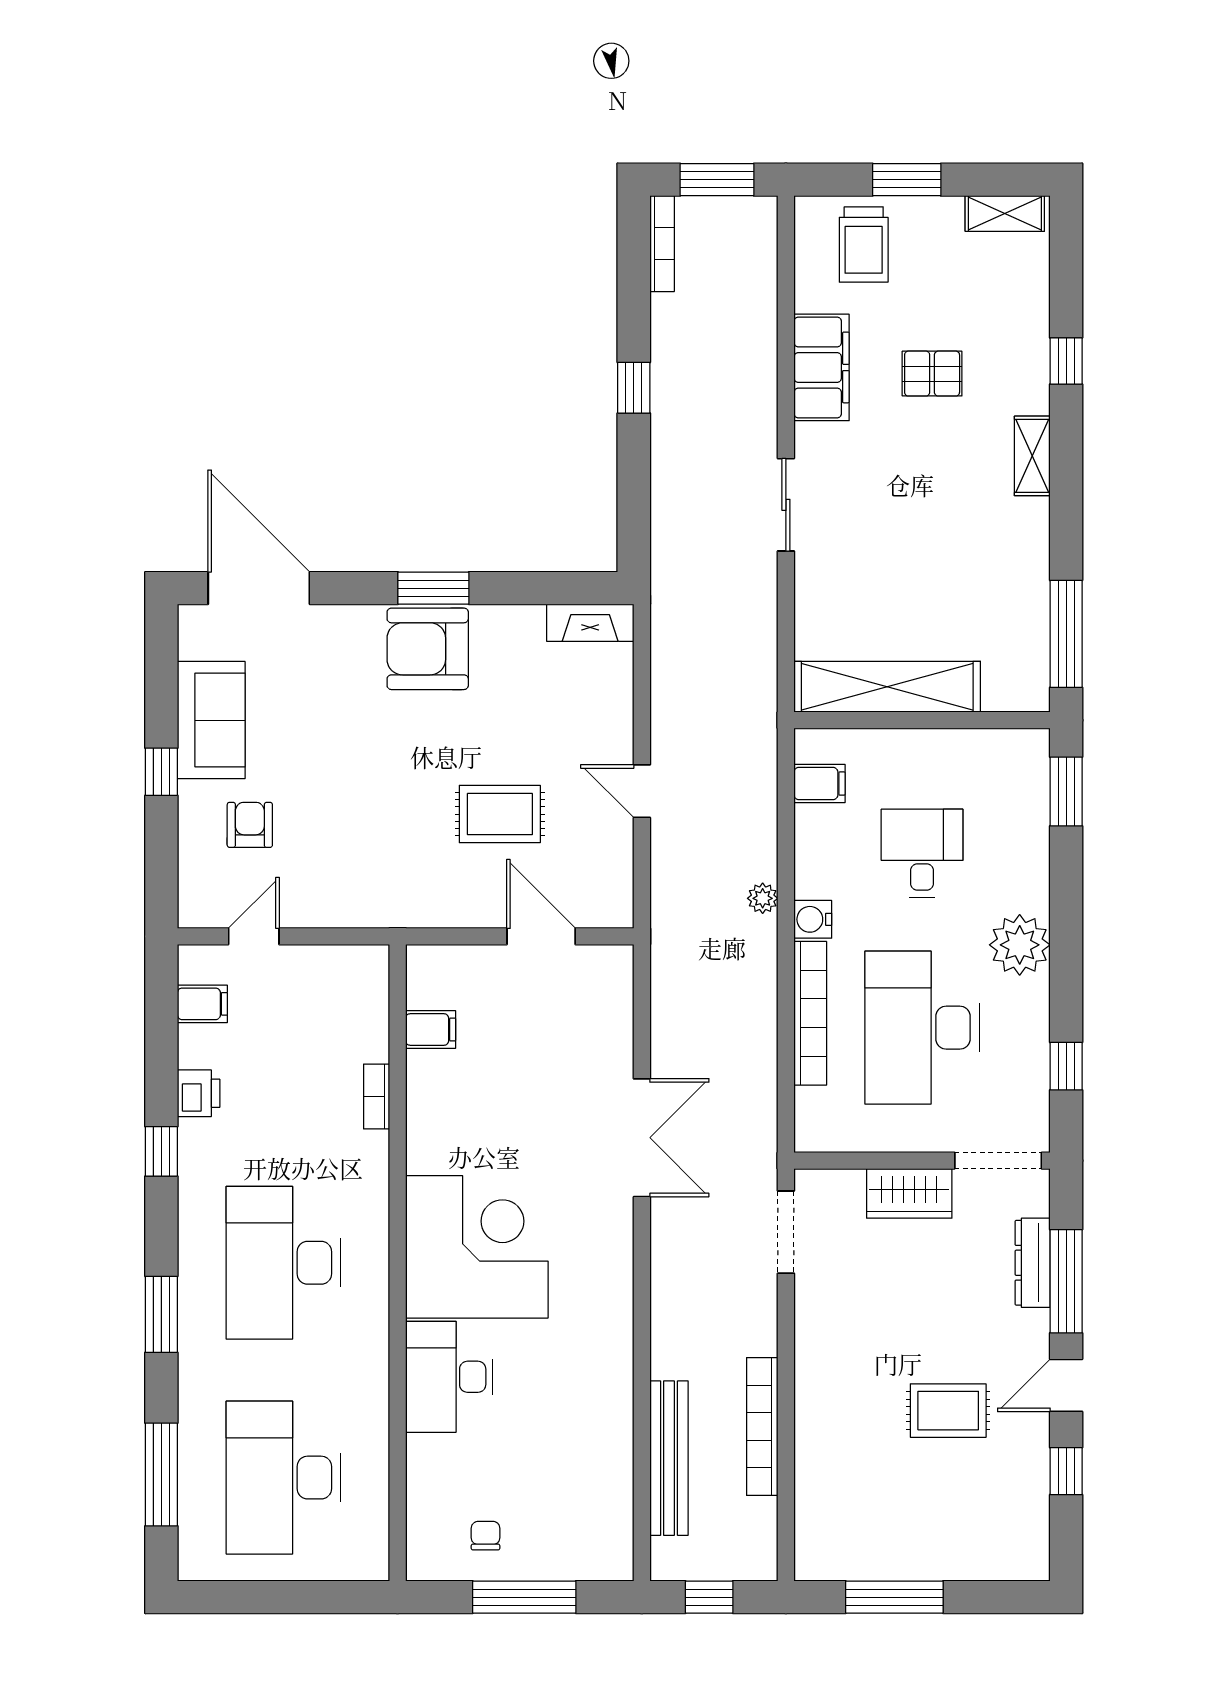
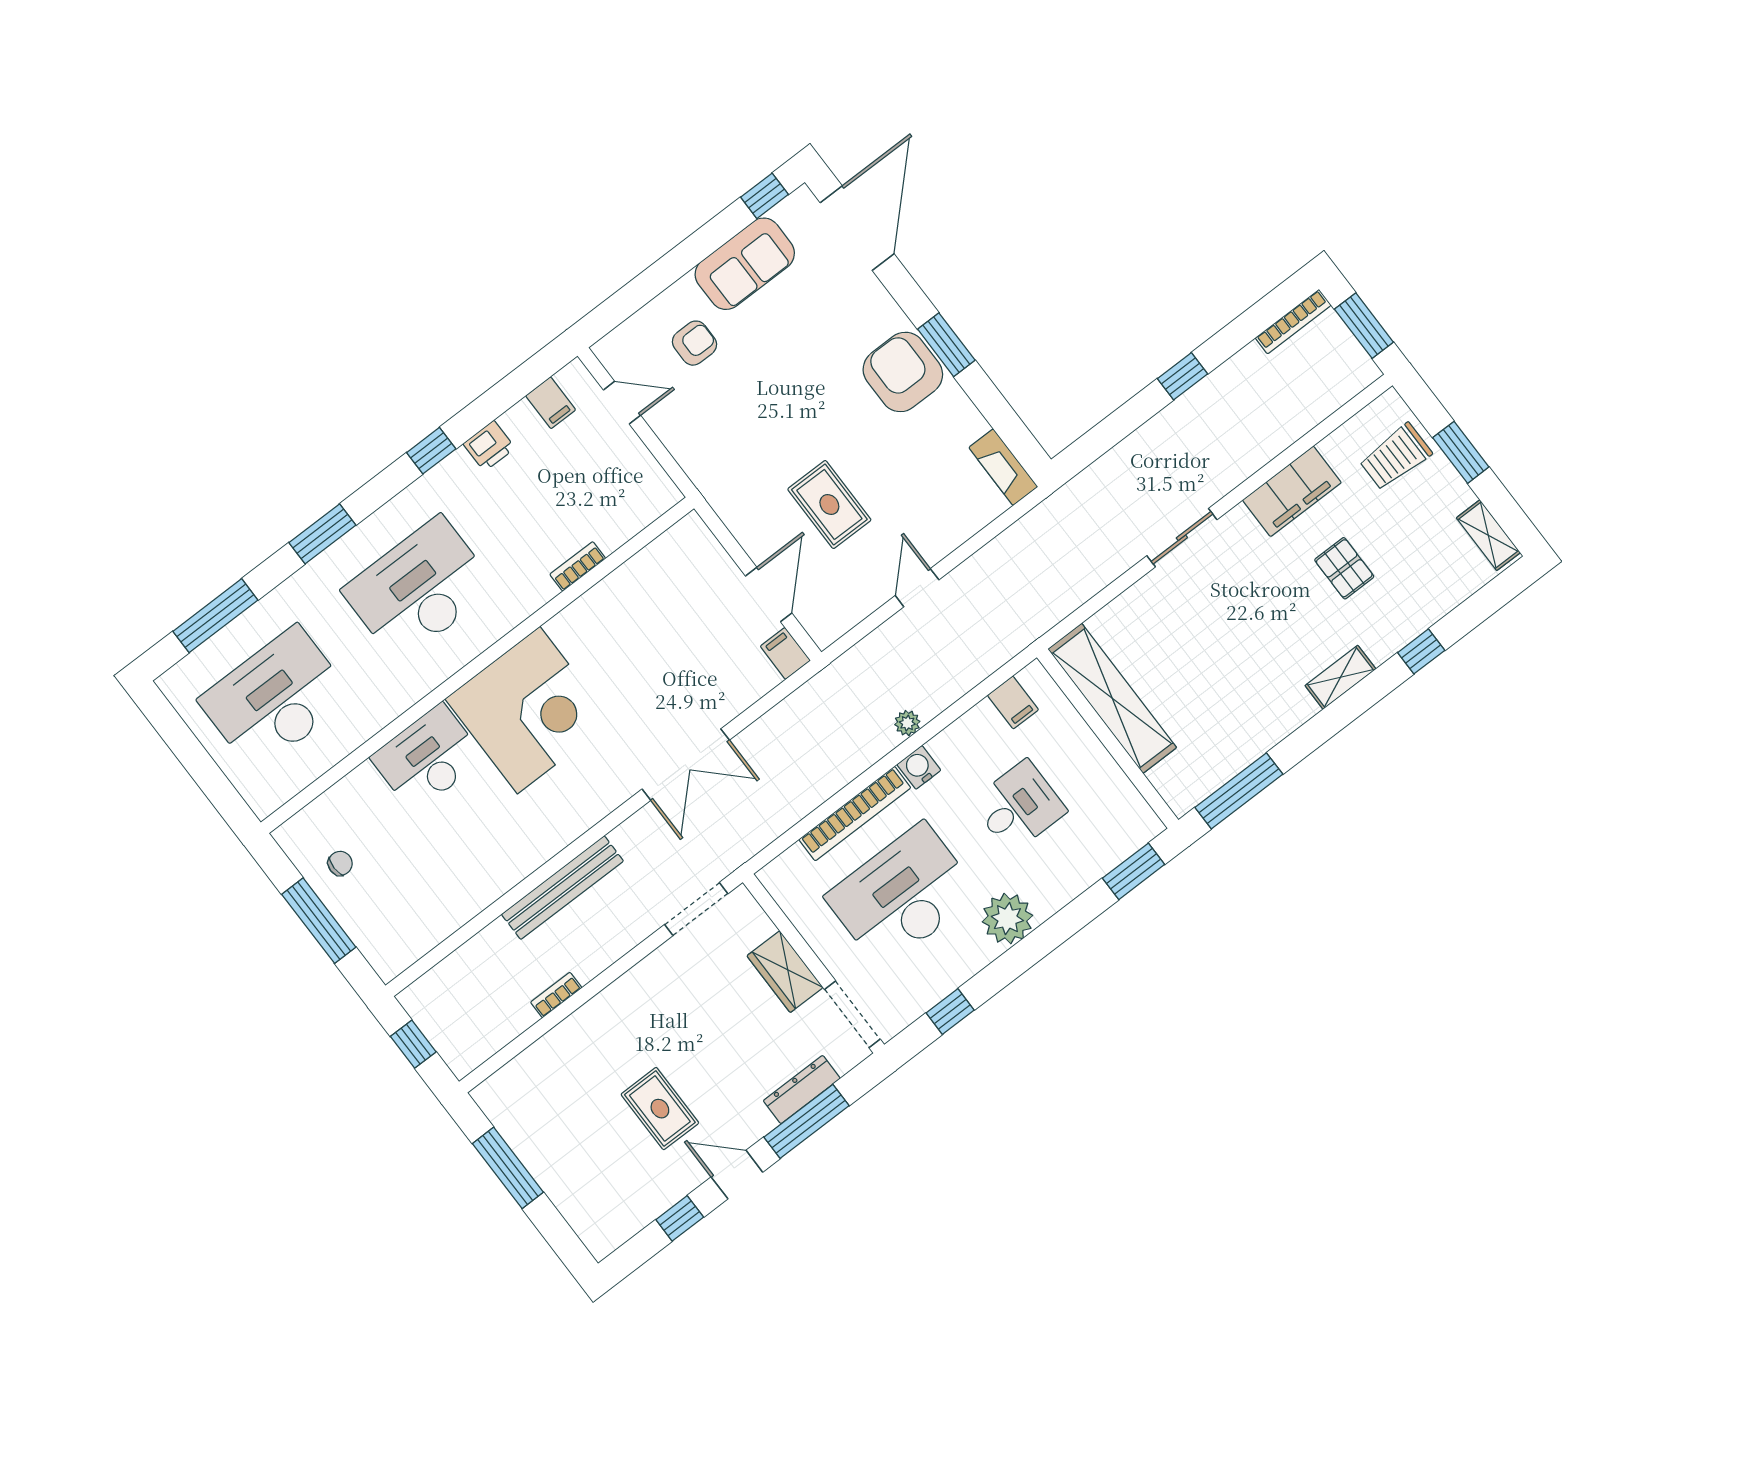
window: (161, 772) -> (764, 196), moved
filing cabinet: (431, 1029) -> (785, 653), moved, turned 180
bookcase: (762, 1426) -> (556, 995), width x0.43, depth x0.76
bench: (669, 1458) -> (562, 888), moved

